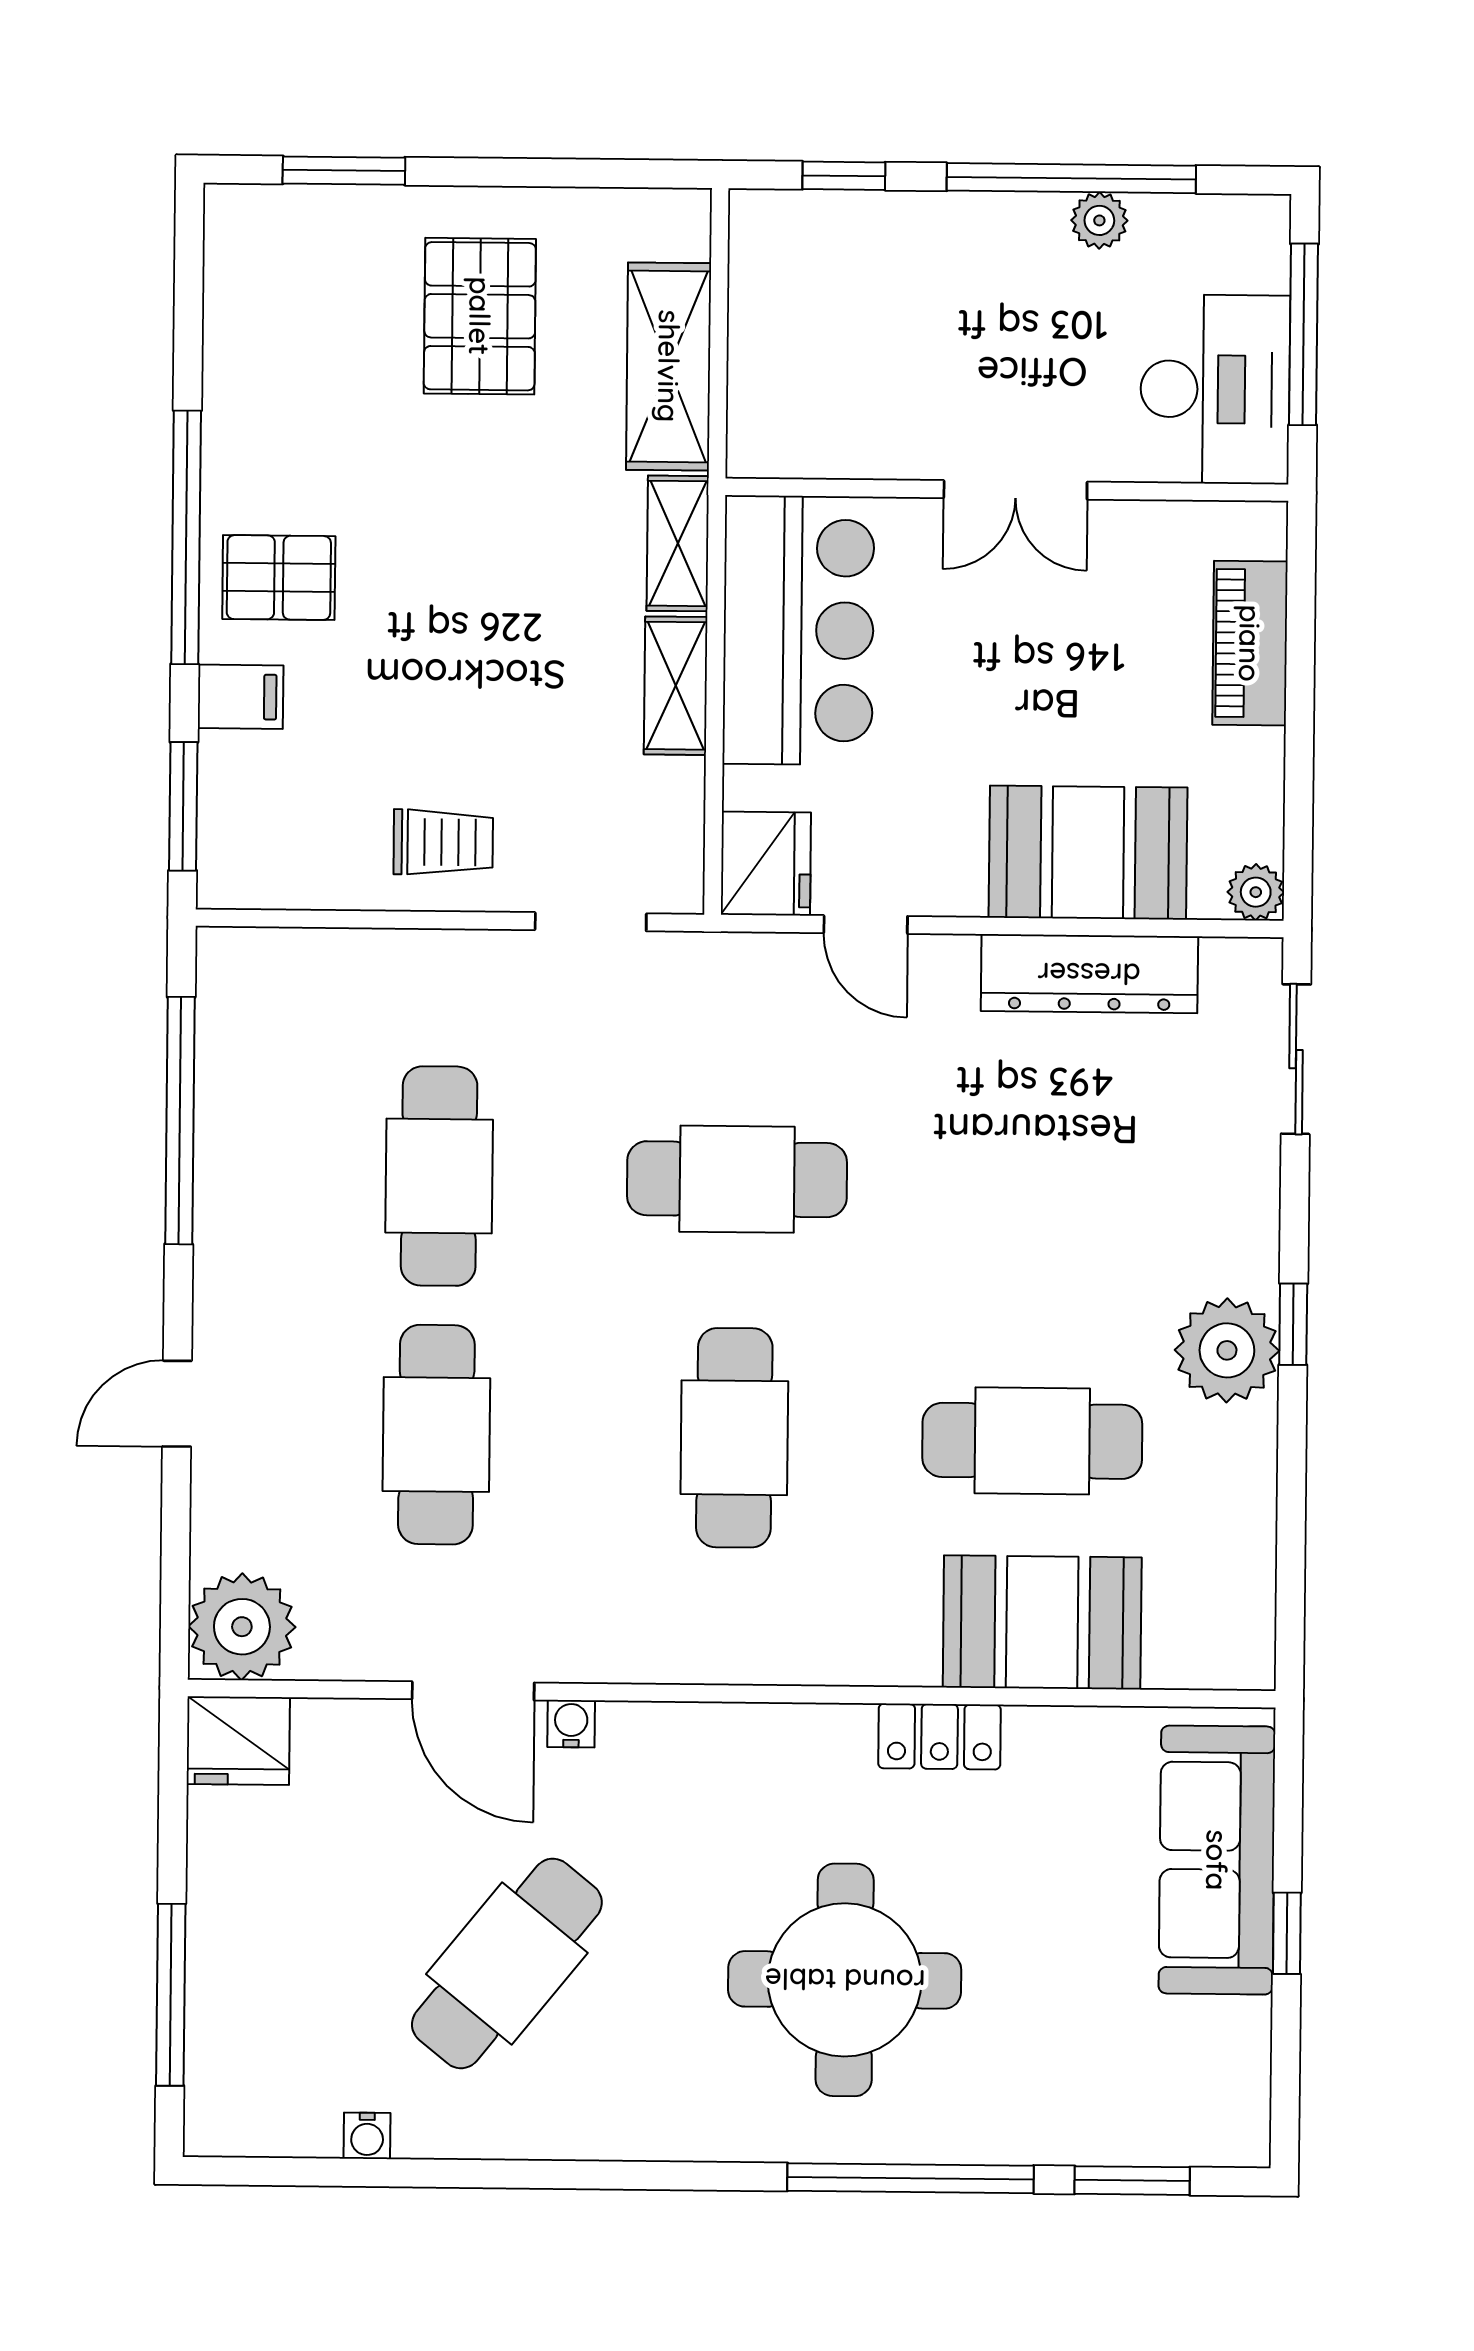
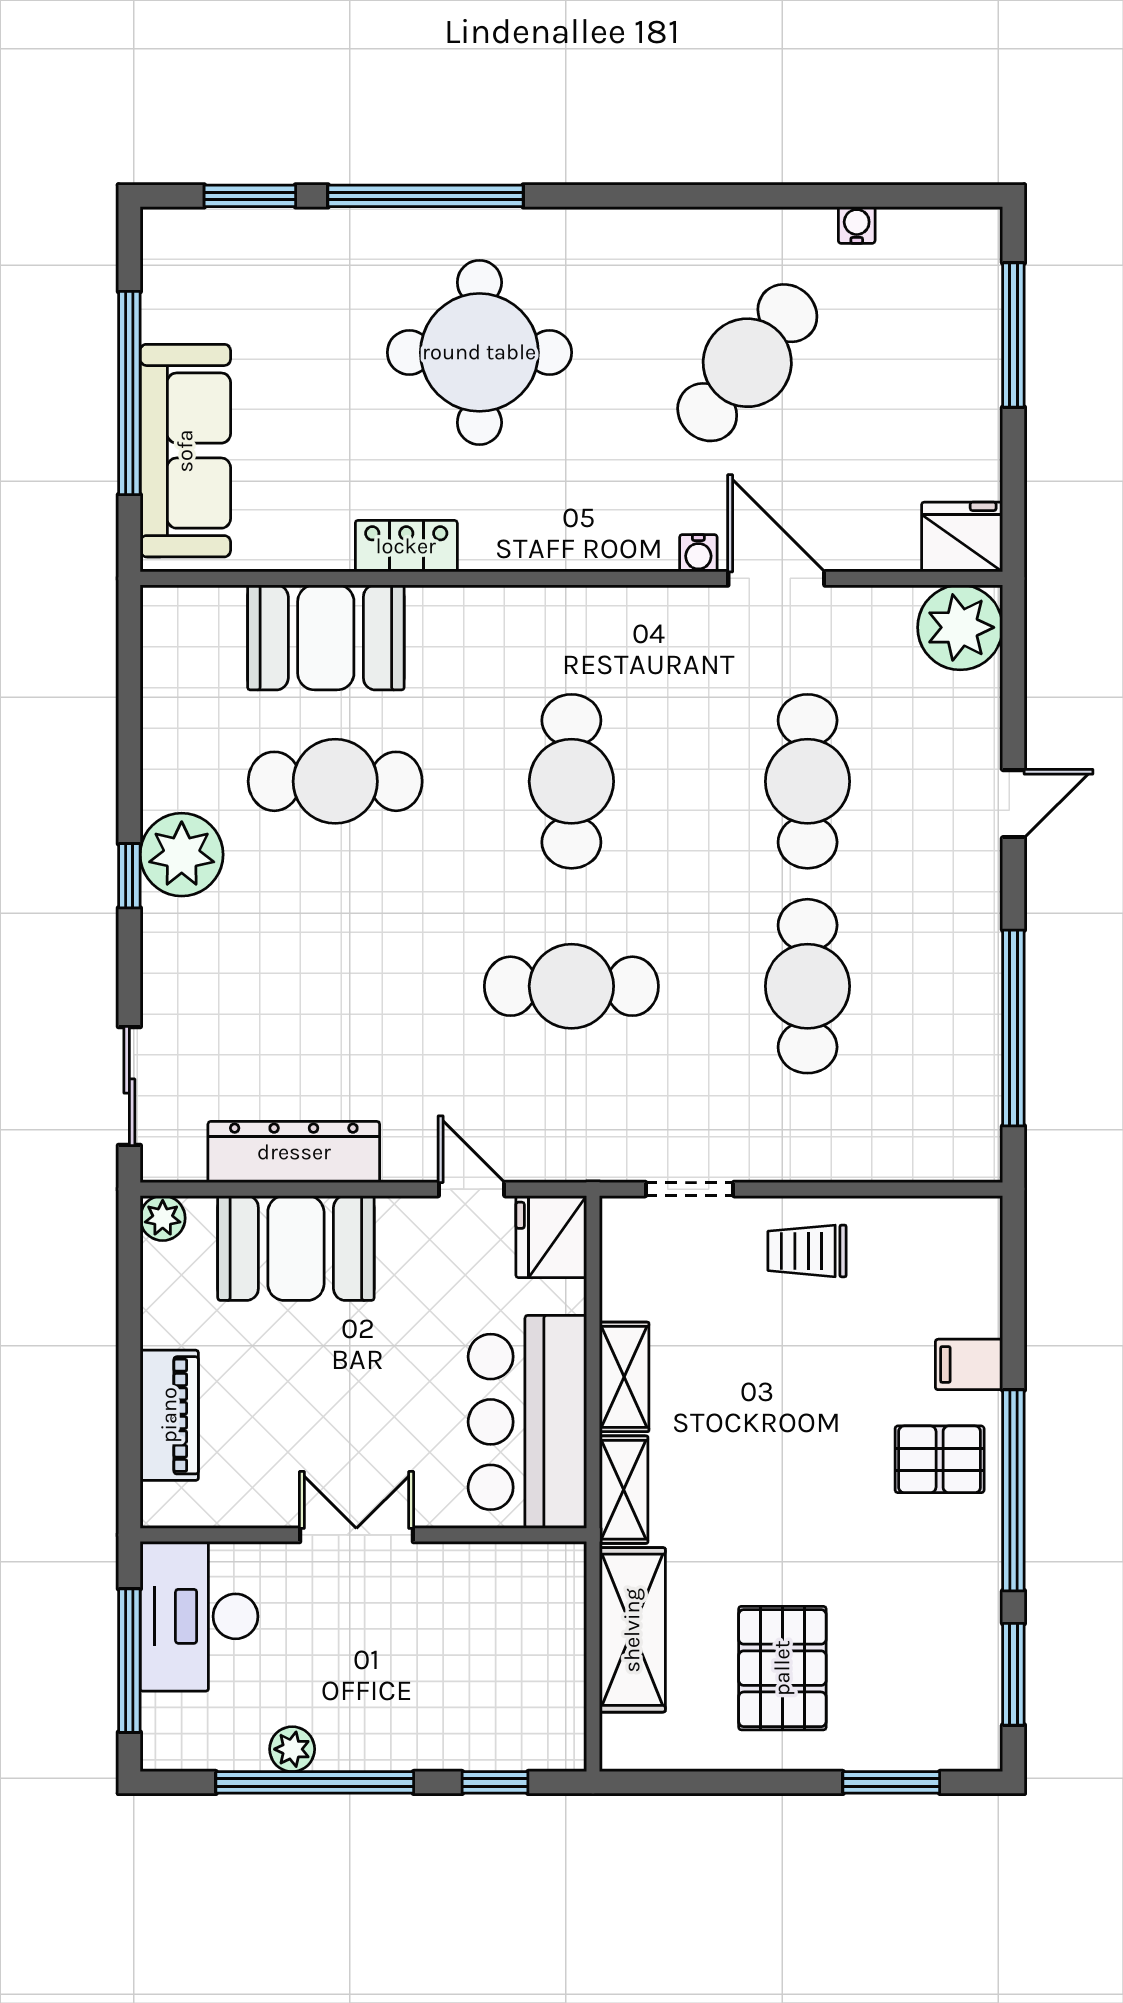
window: (183, 806) -> (1013, 1674), moved
window: (1287, 1933) -> (129, 393), width x3.17

